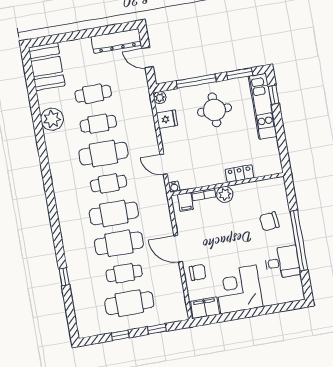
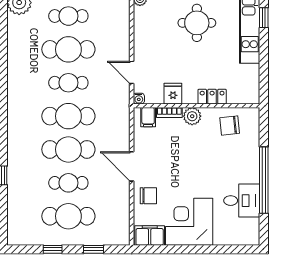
fridge: (167, 119) -> (173, 94), moved, turned -90
chair: (269, 221) -> (230, 126), moved

